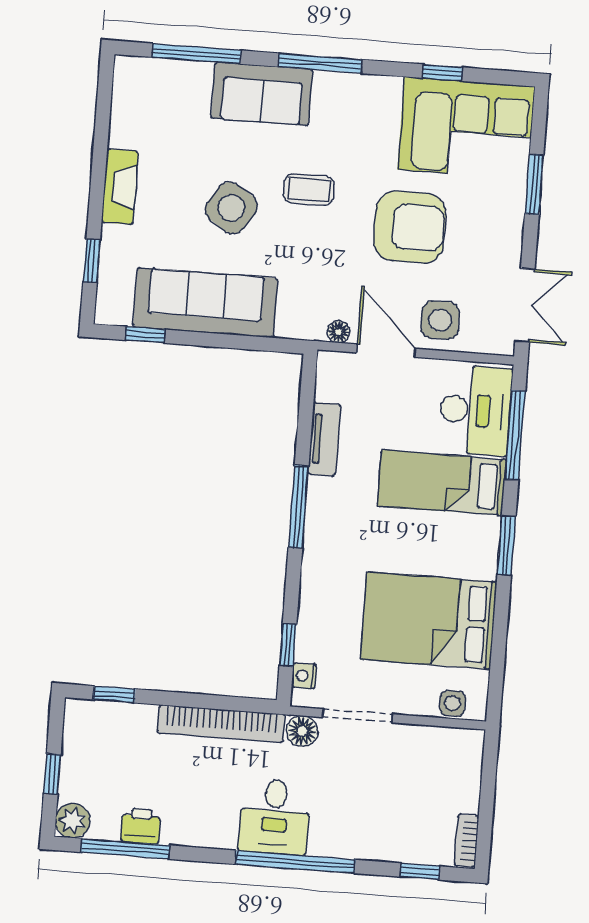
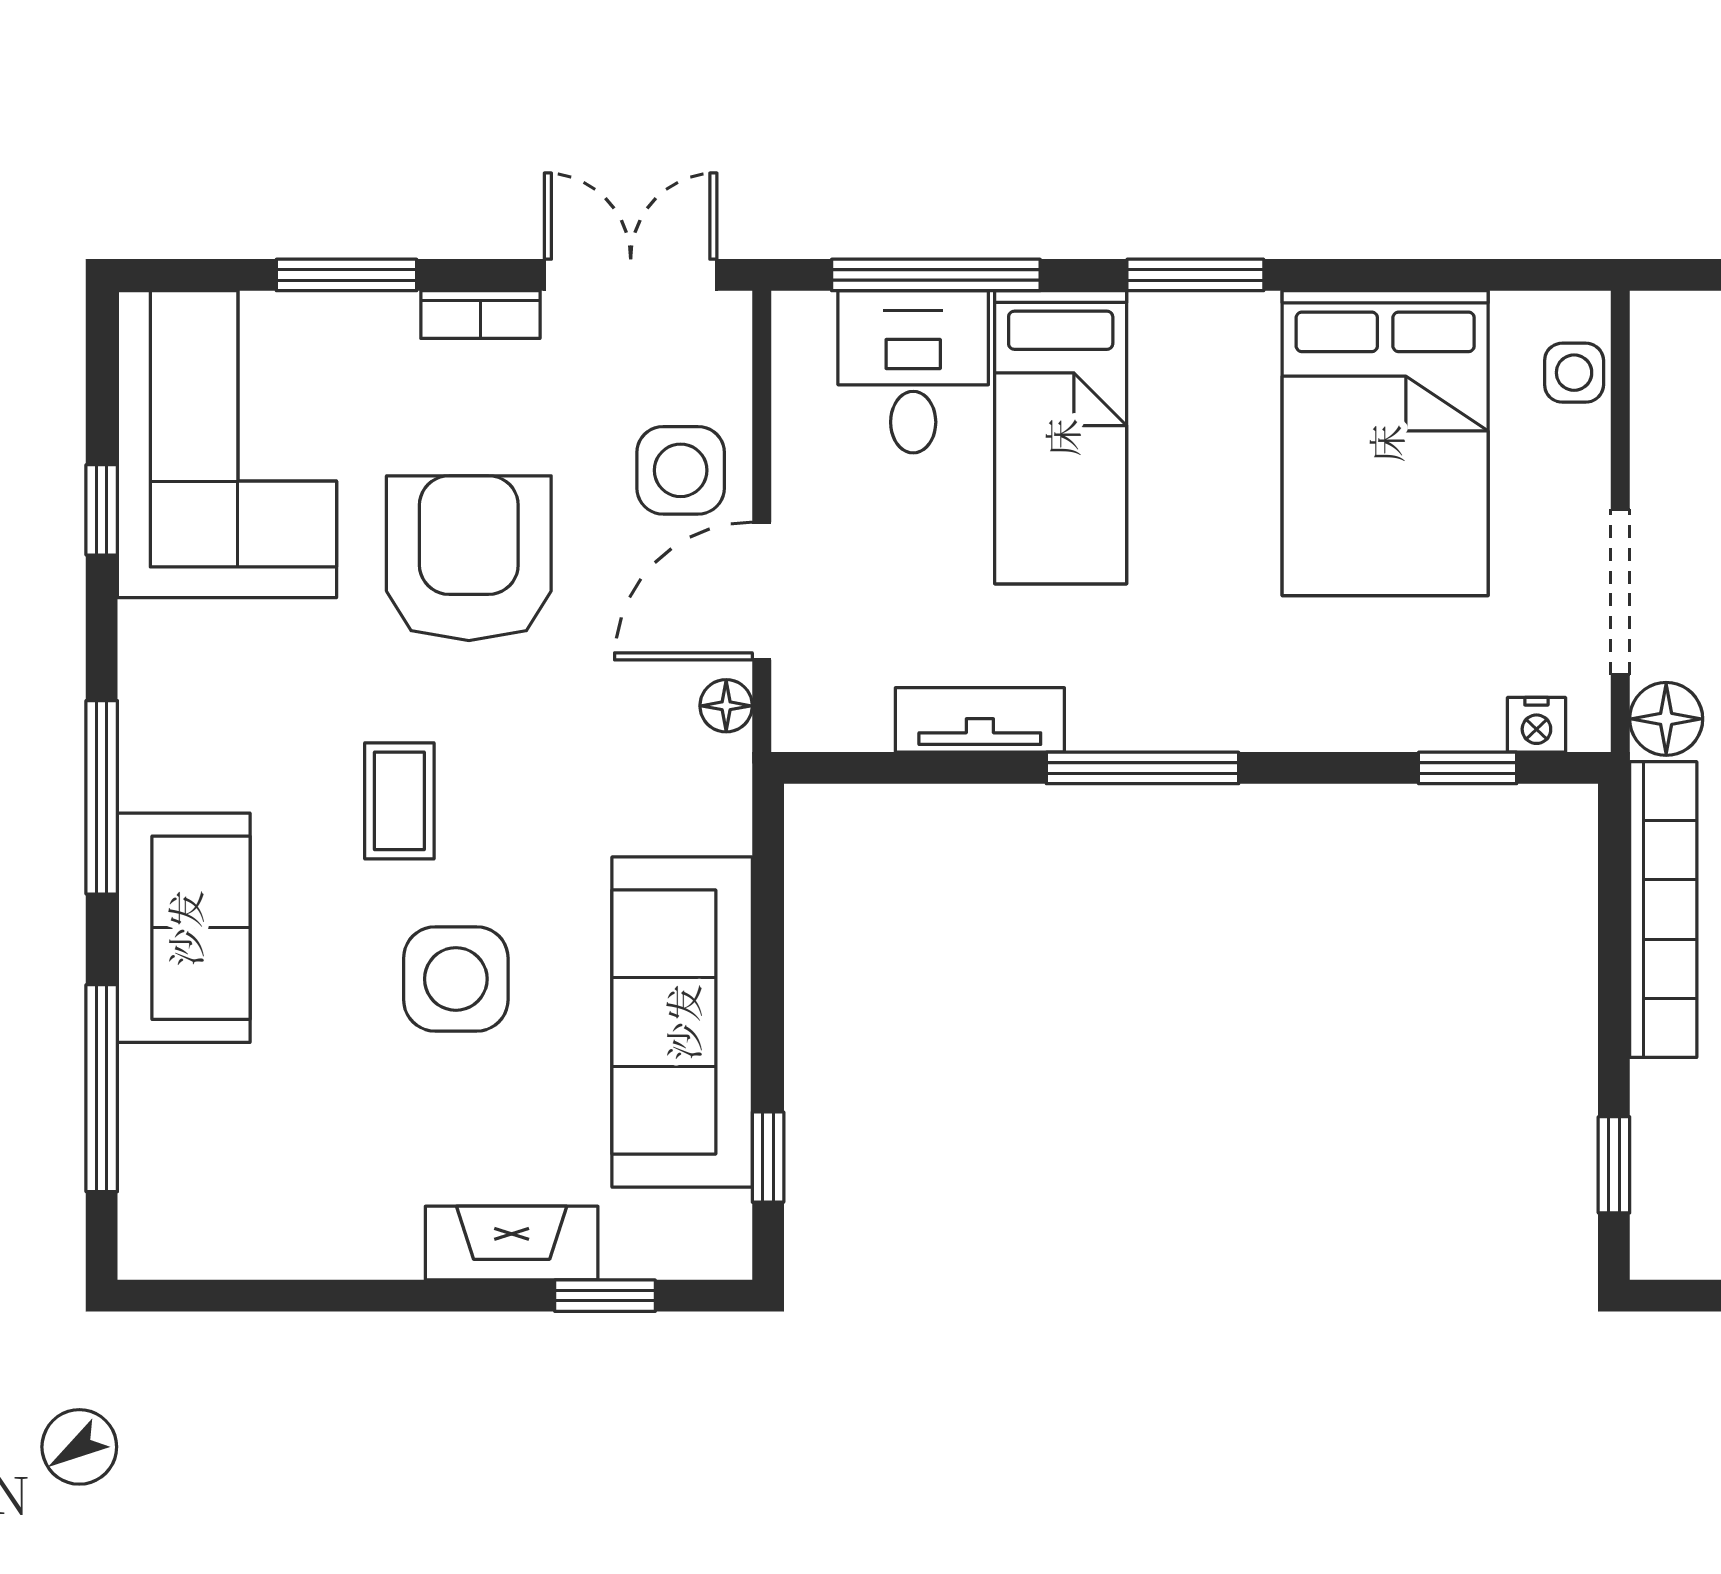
fireplace: (120, 187) -> (512, 1243), moved
side table: (231, 208) -> (456, 979), turned -33
bookcase: (513, 240) -> (480, 315), added
desk: (475, 410) -> (913, 372), width x0.73

